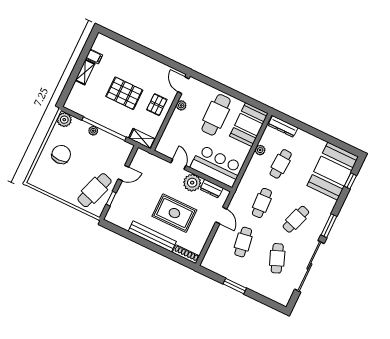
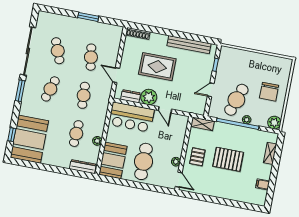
shelving: (85, 72) -> (270, 153), moved
cafe table: (95, 190) -> (236, 100), moved
bench: (152, 236) -> (189, 45), moved

